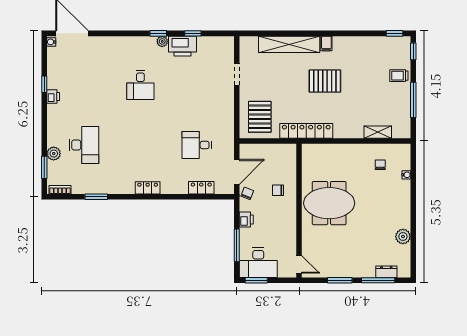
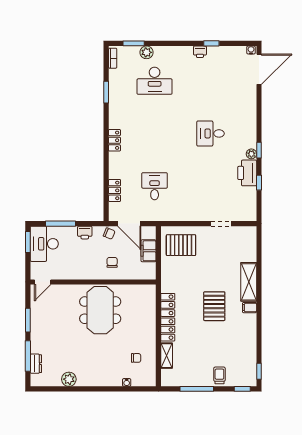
shelving: (289, 44) -> (249, 282), width x0.68
locker: (306, 131) -> (168, 317), moved
filing cabinet: (266, 151) -> (148, 251), added

